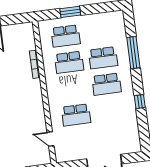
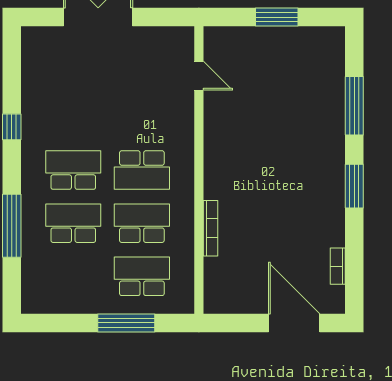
window: (70, 12) -> (126, 323), width x1.44
school desk: (76, 115) -> (142, 170), moved, turned 180

